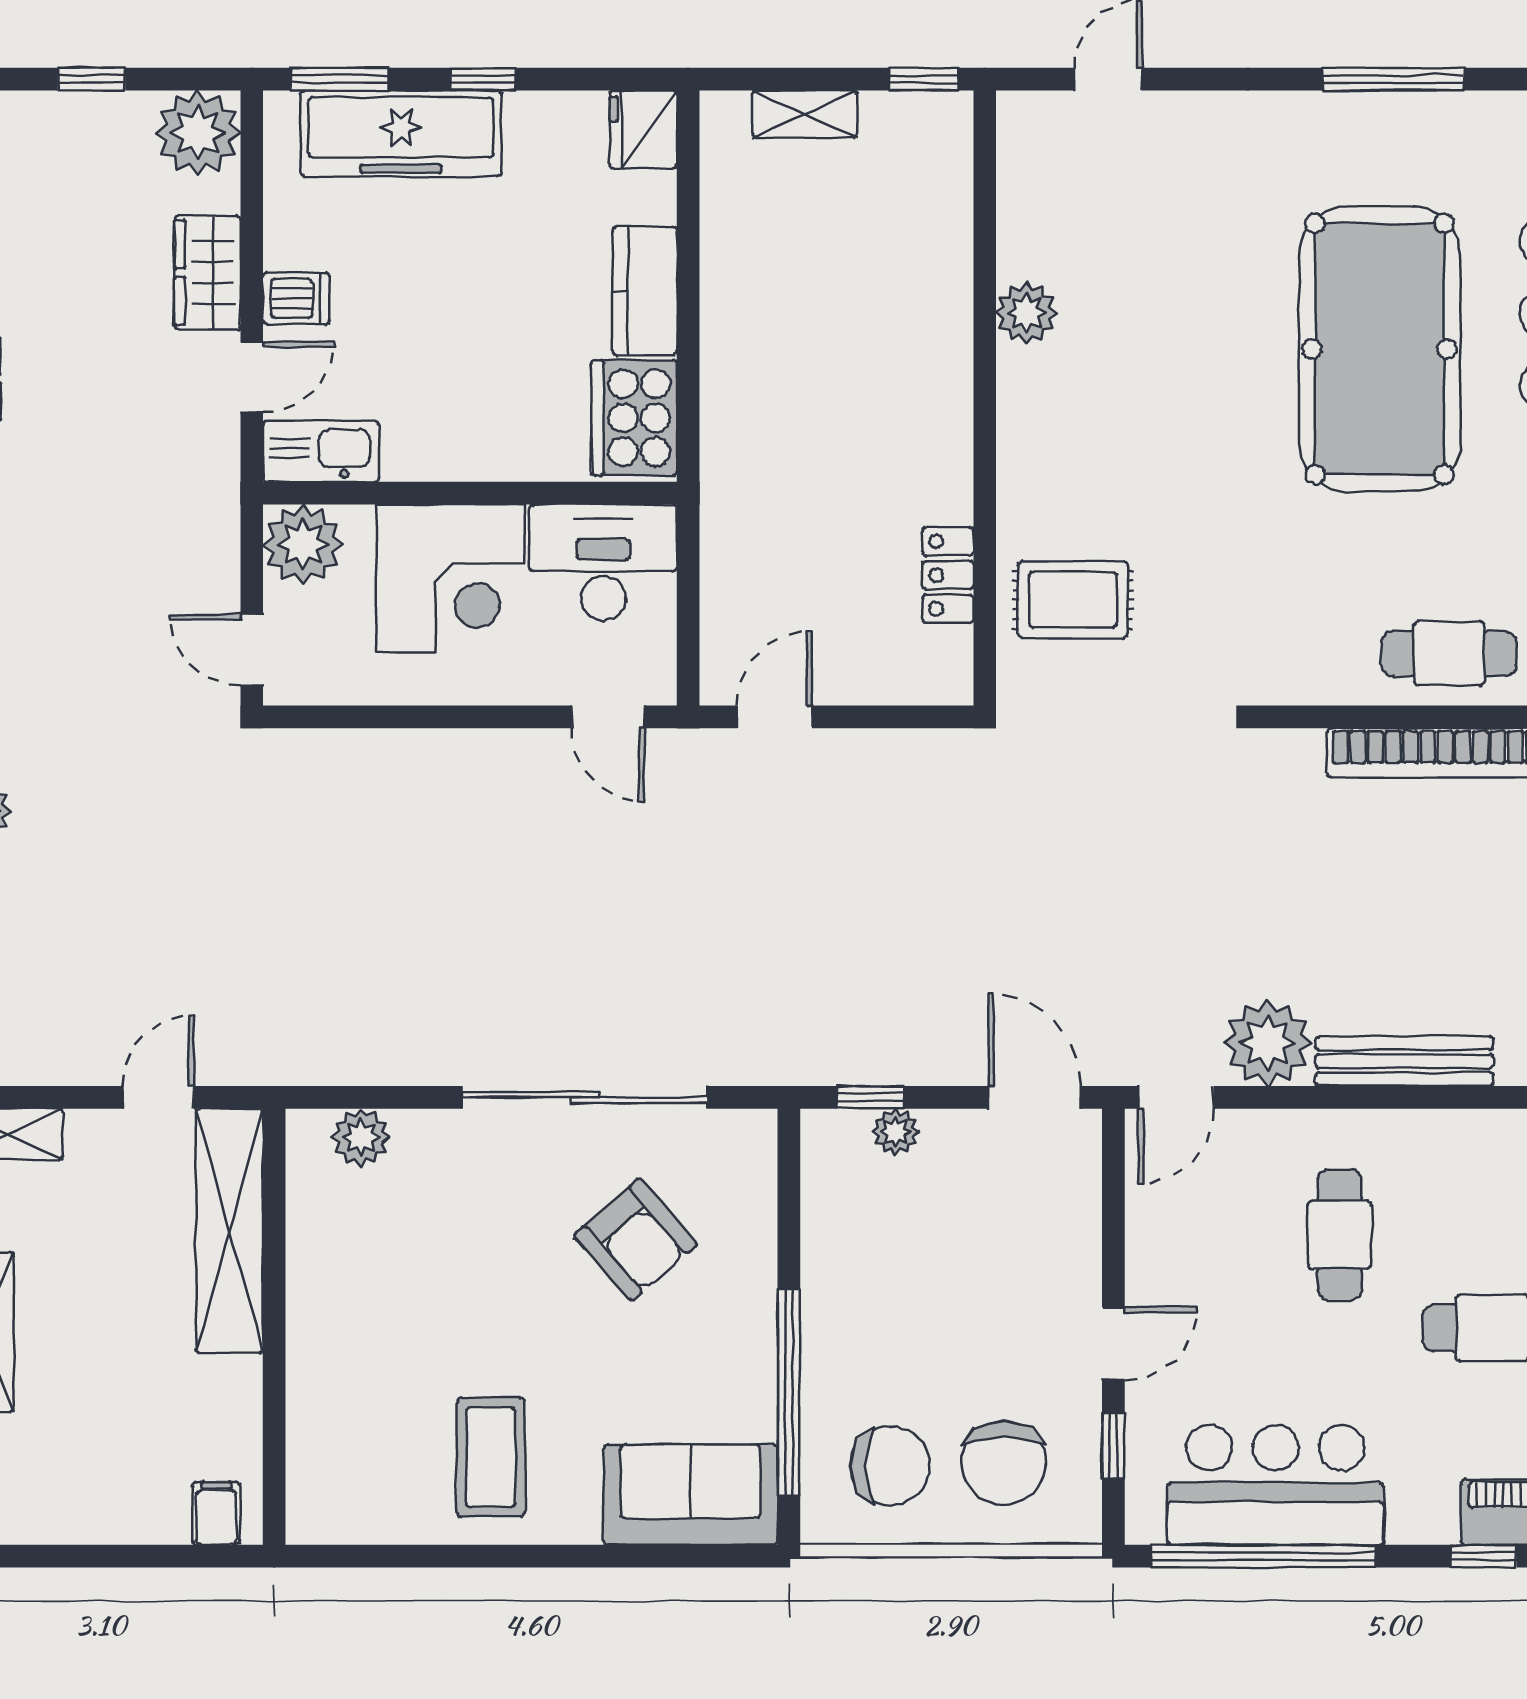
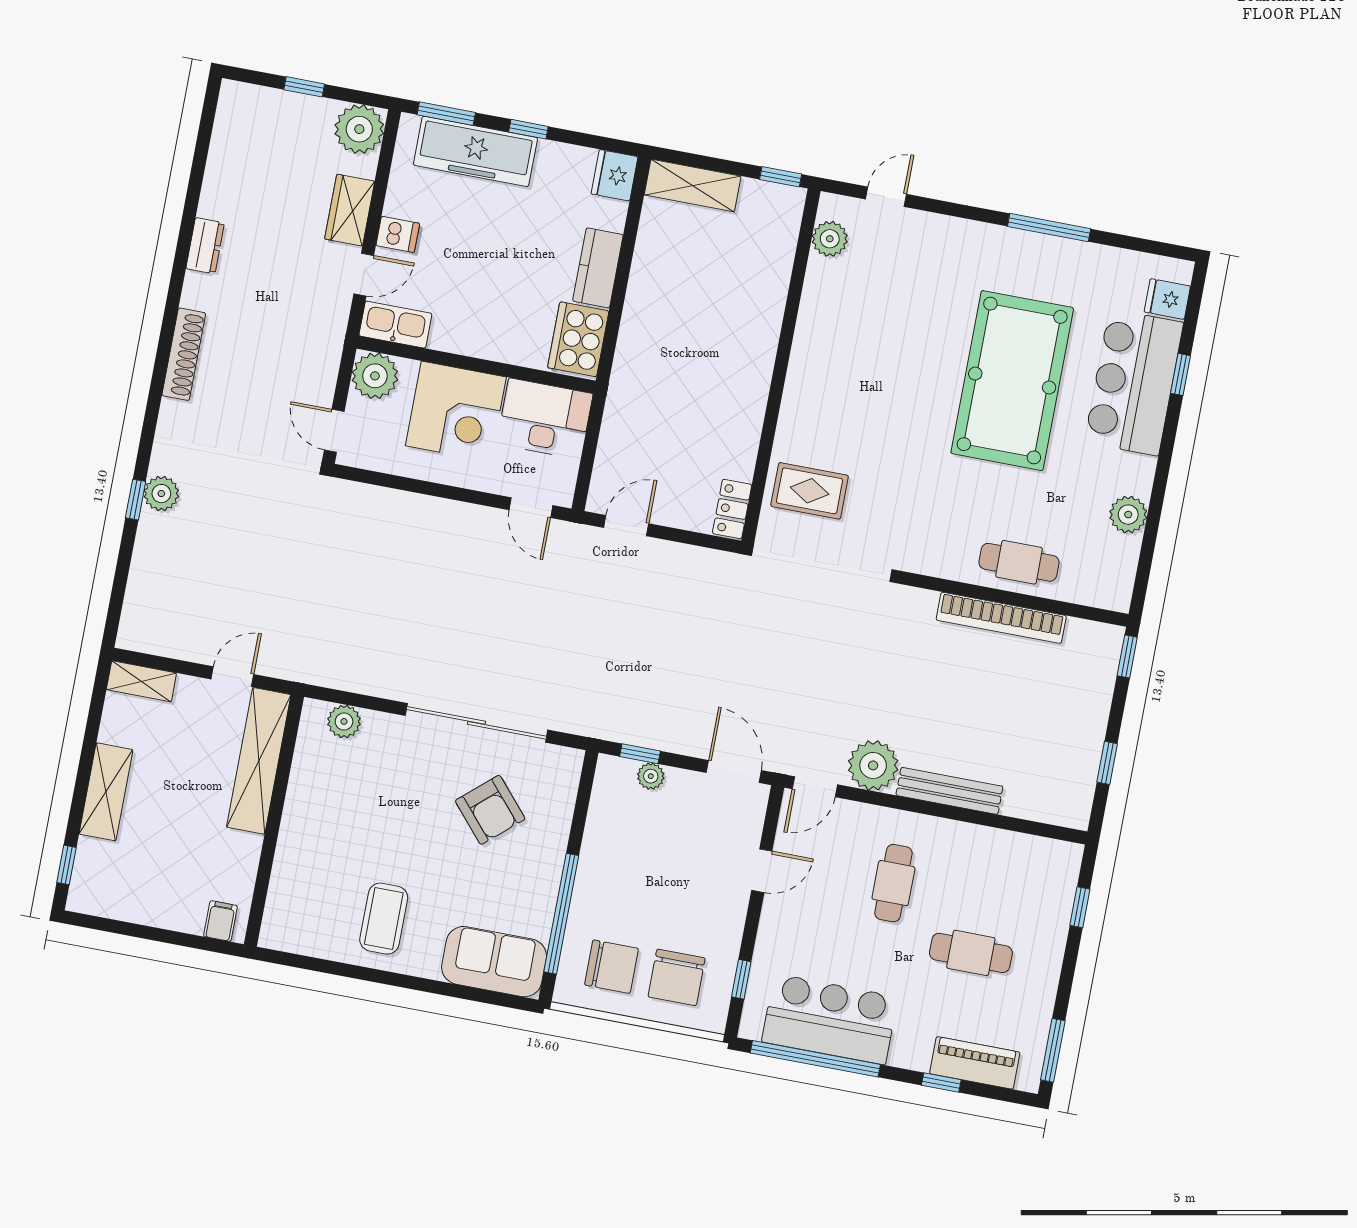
shelving: (805, 114) -> (693, 185), width x1.50, depth x1.33
plant: (1027, 313) -> (830, 239), moved
locker: (948, 575) -> (732, 509), moved
door: (1113, 1344) -> (762, 871), moved

